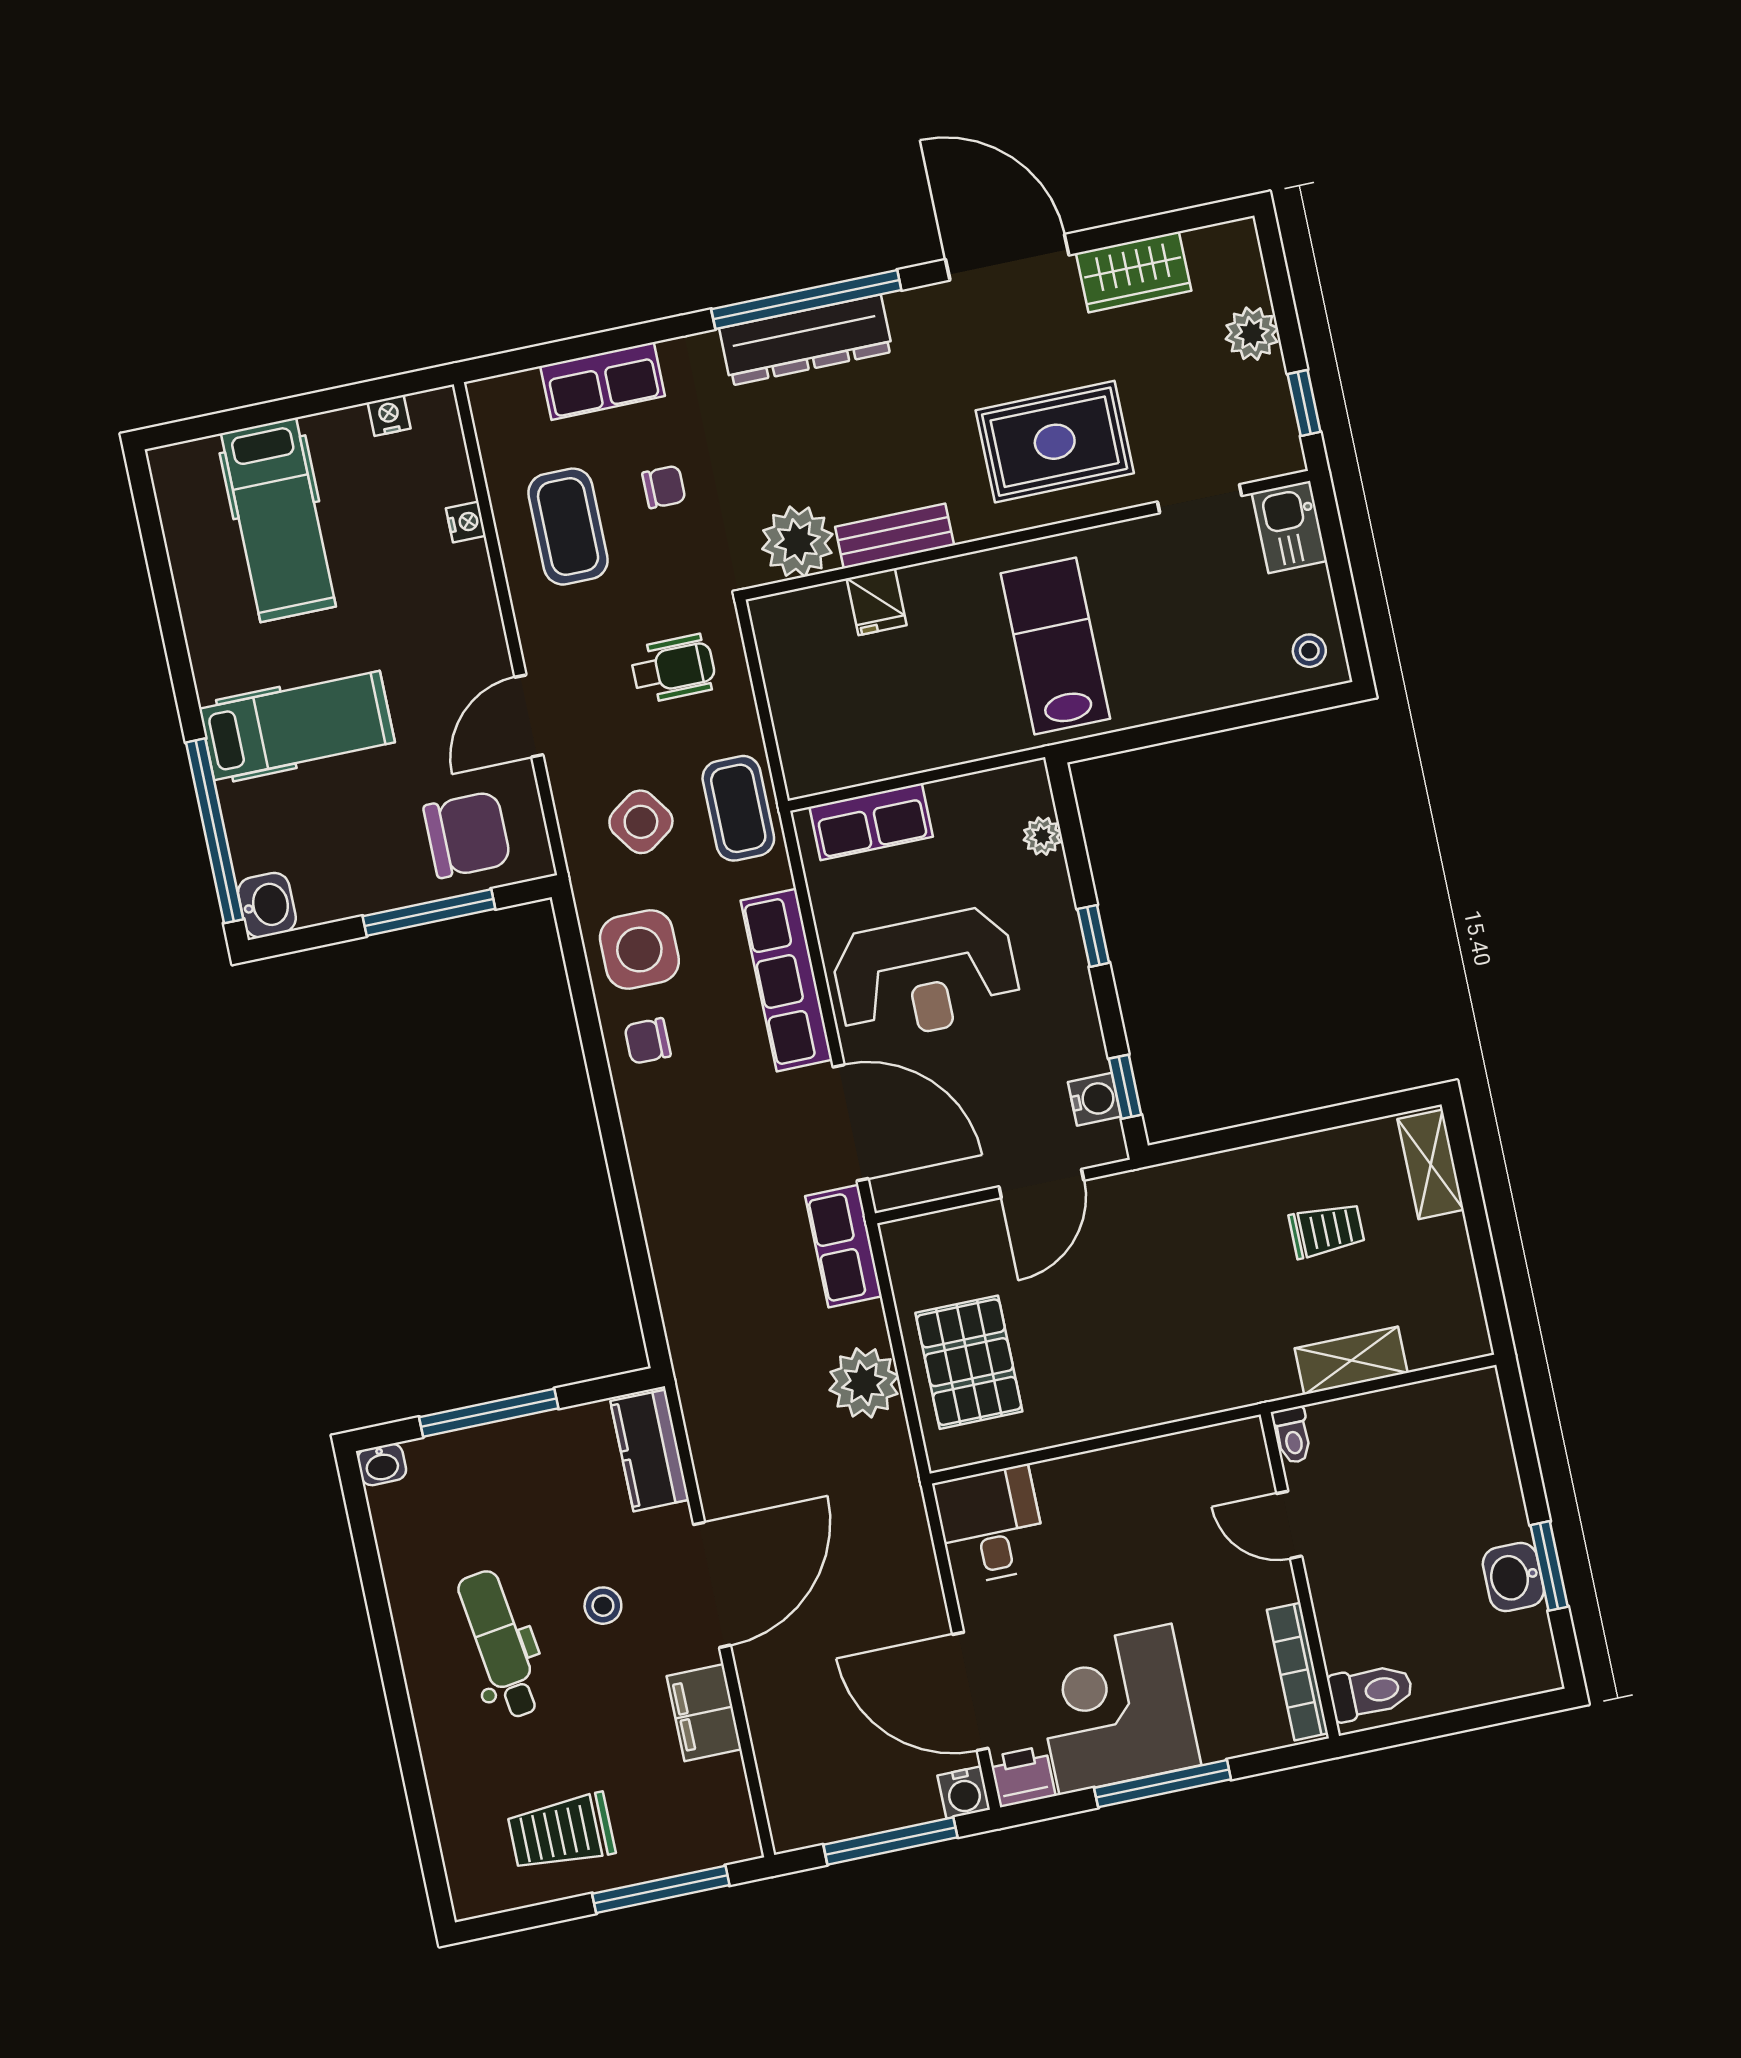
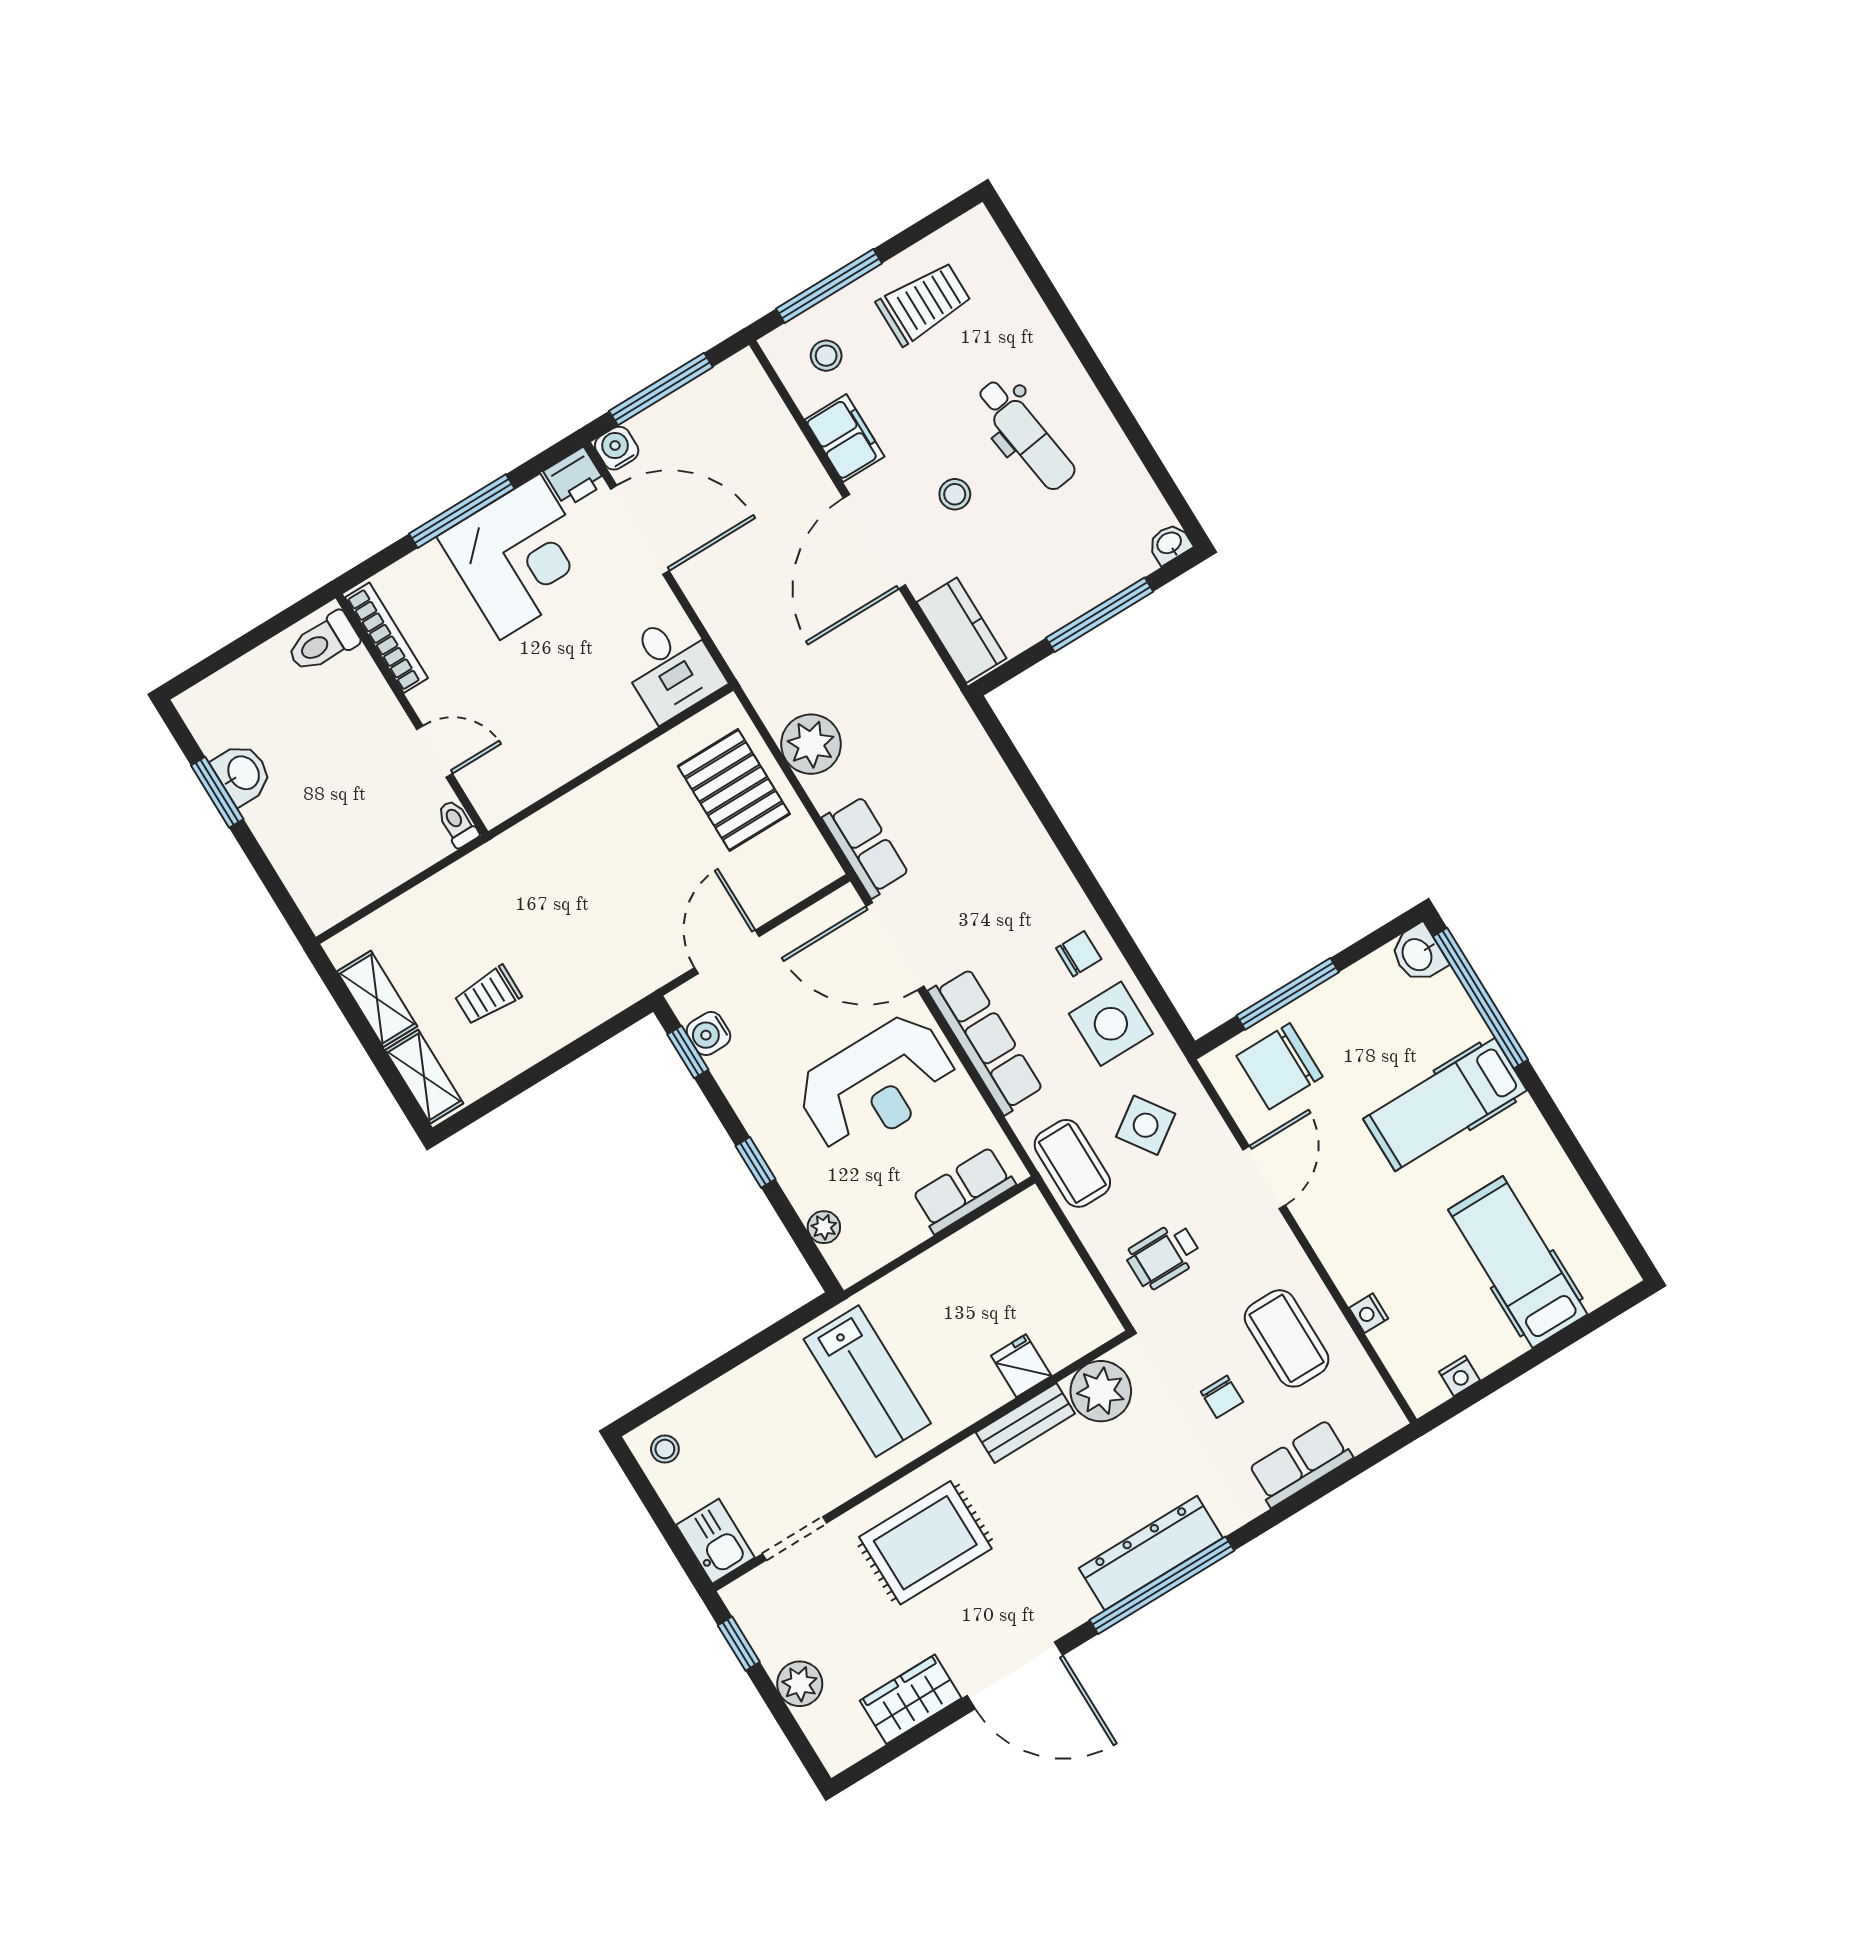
chair: (664, 487) -> (1222, 1397), turned -90
reception desk: (926, 975) -> (877, 1084), turned 180
shelving: (1351, 1361) -> (377, 999), moved, turned 90
stool: (692, 1812) -> (826, 356), added

